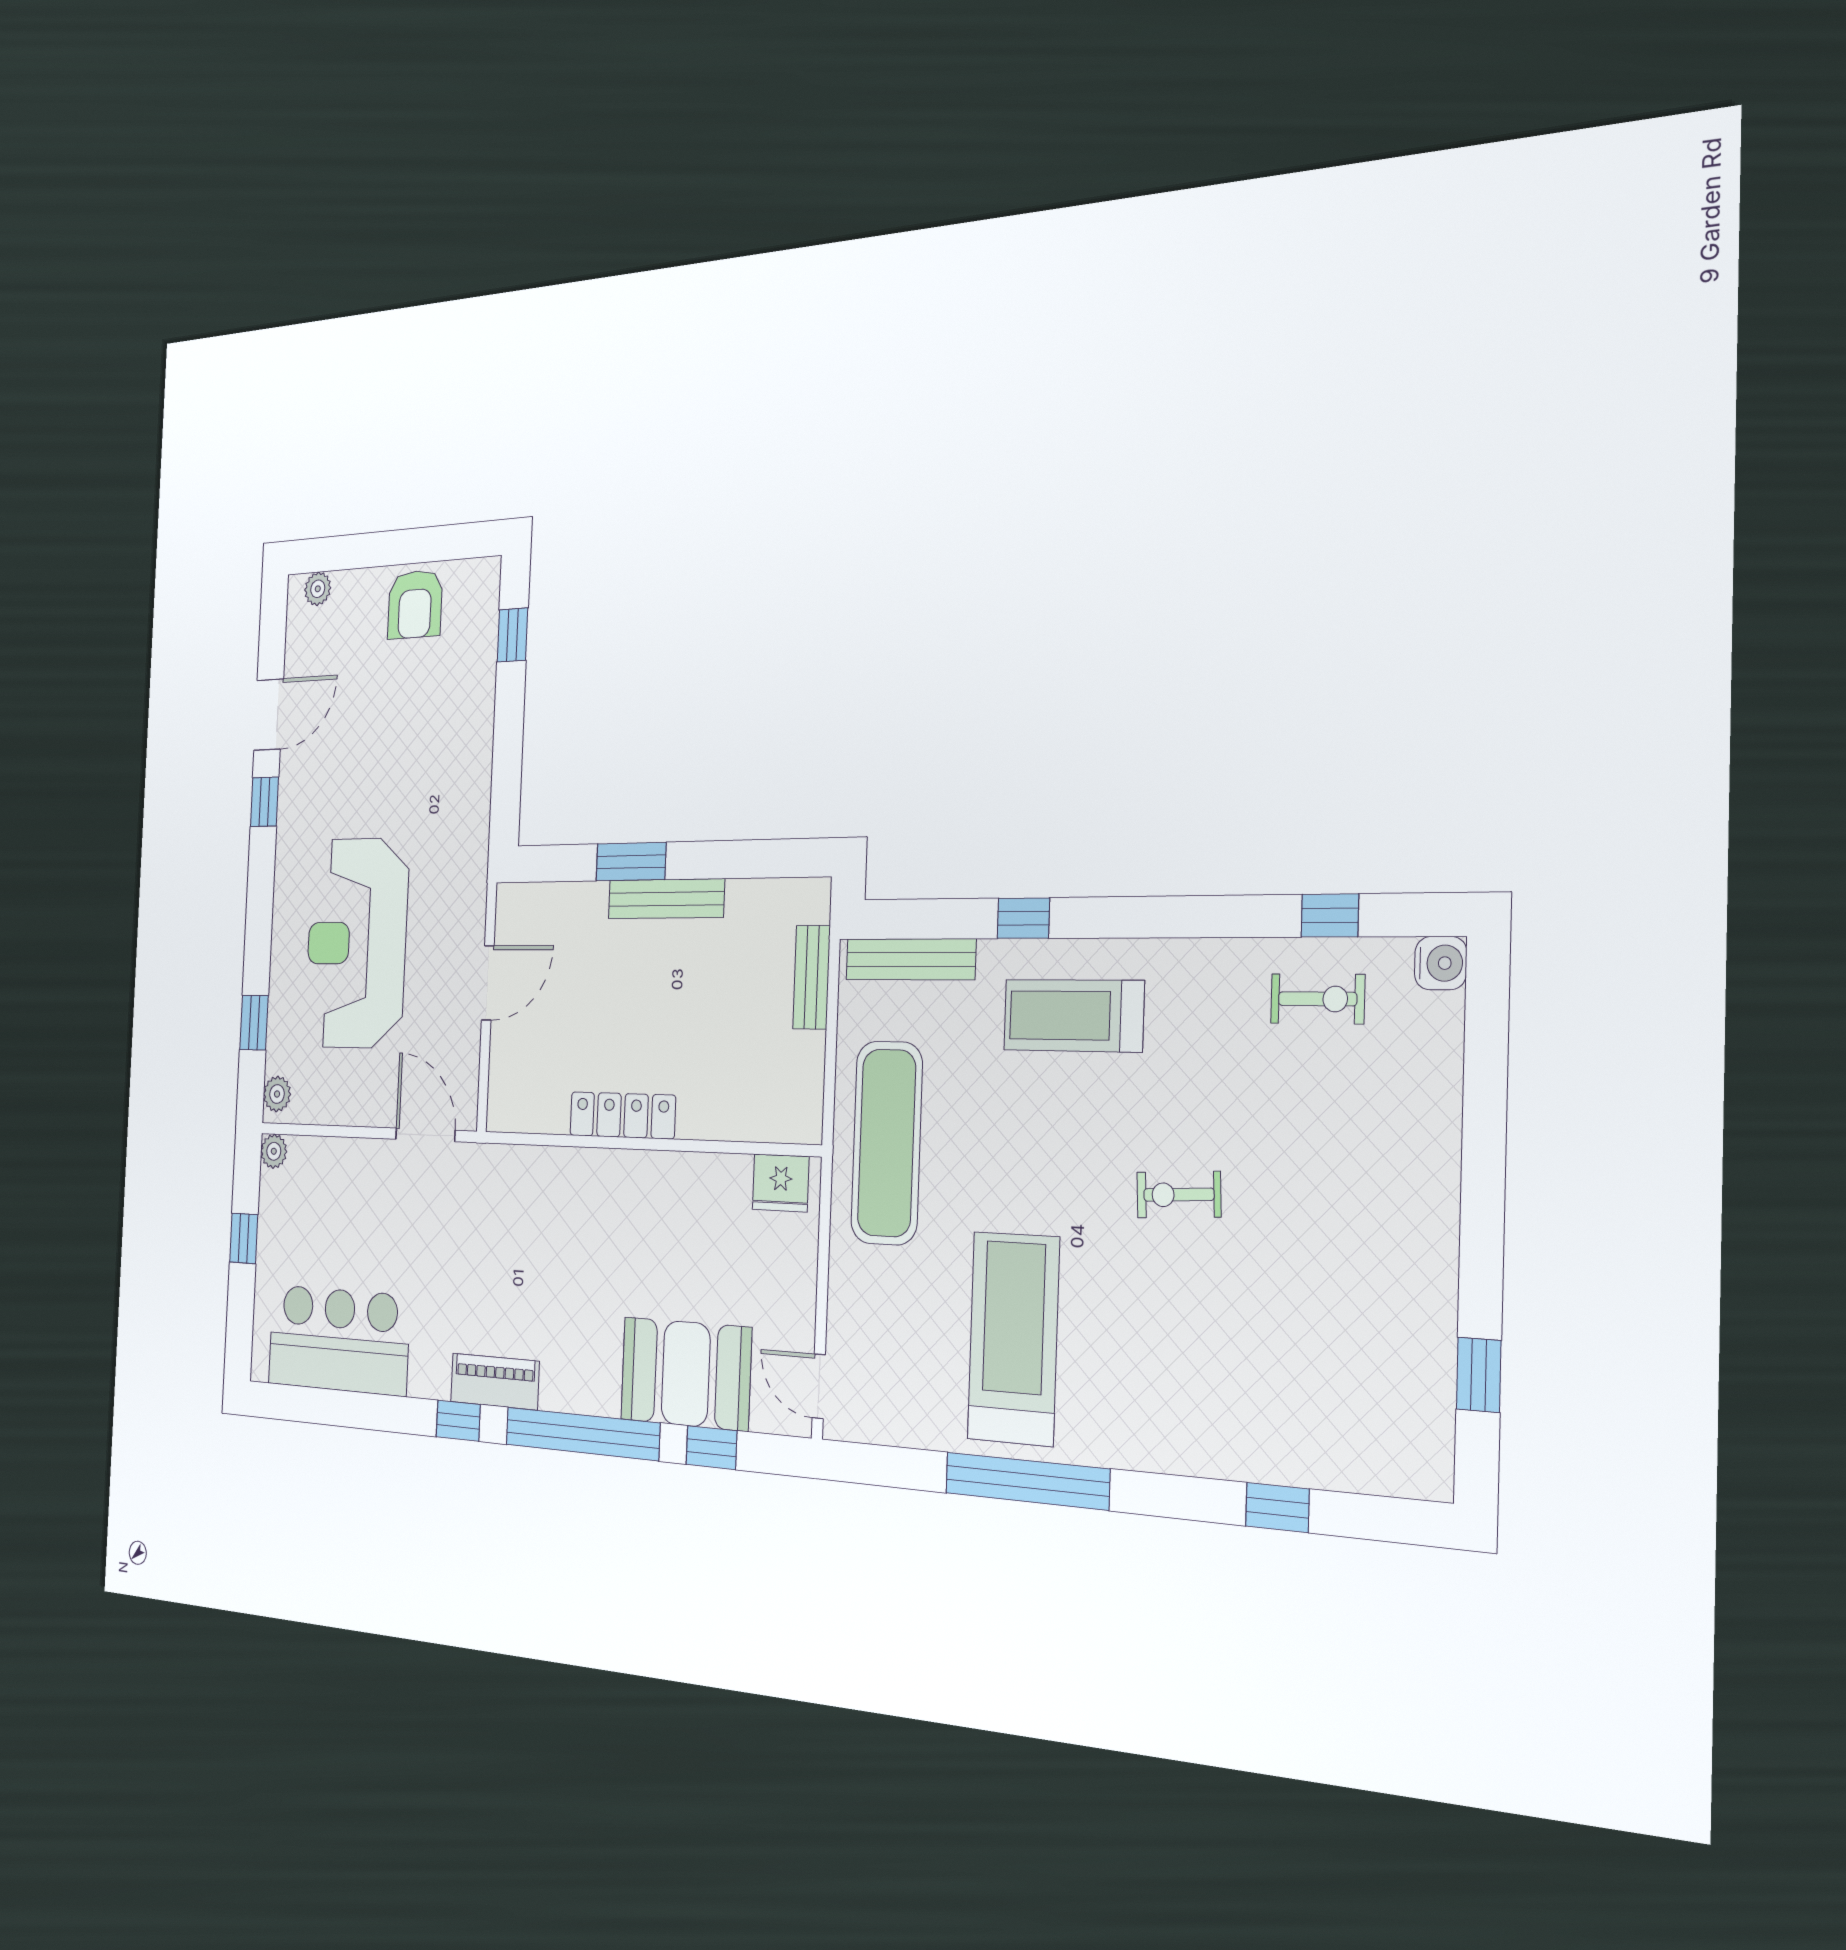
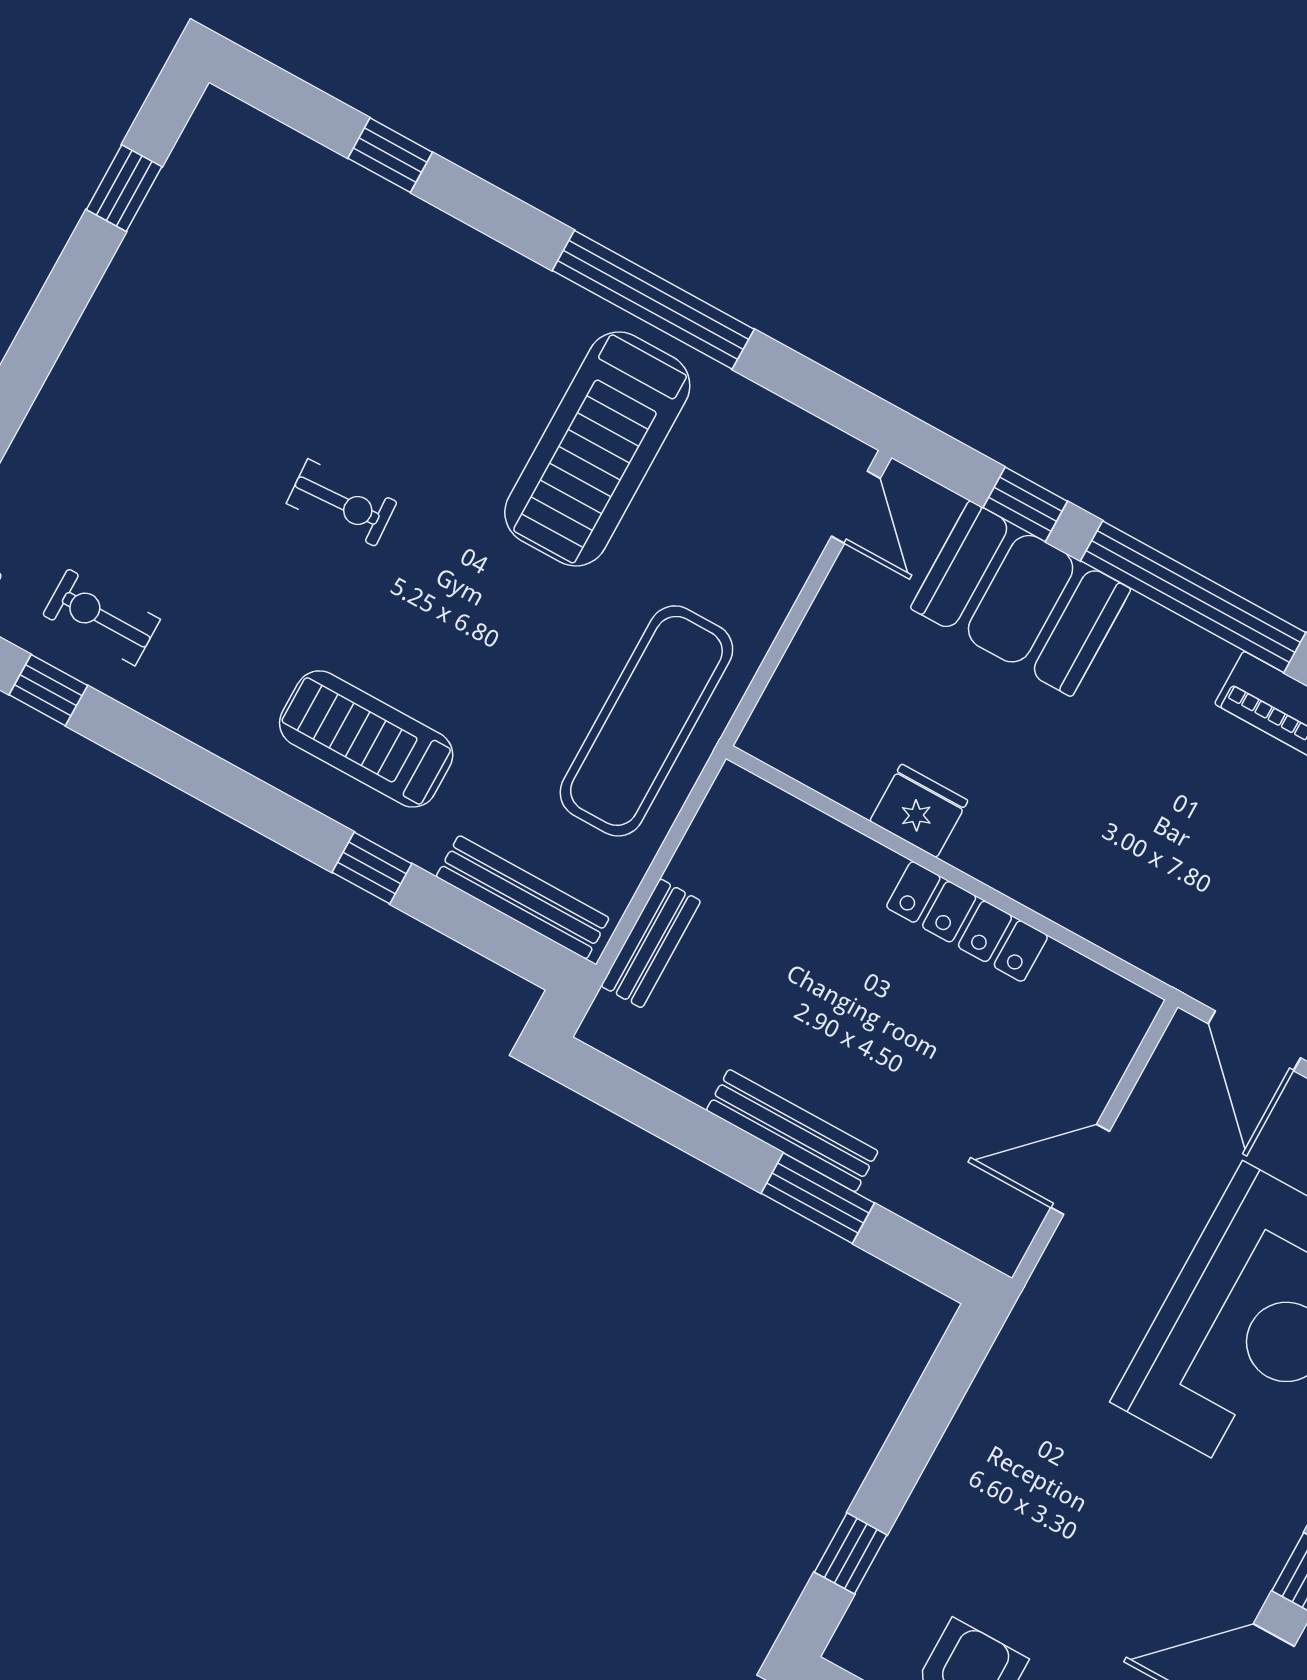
treadmill: (1073, 1015) -> (366, 739), turned 180
fridge: (781, 1183) -> (919, 811), moved

